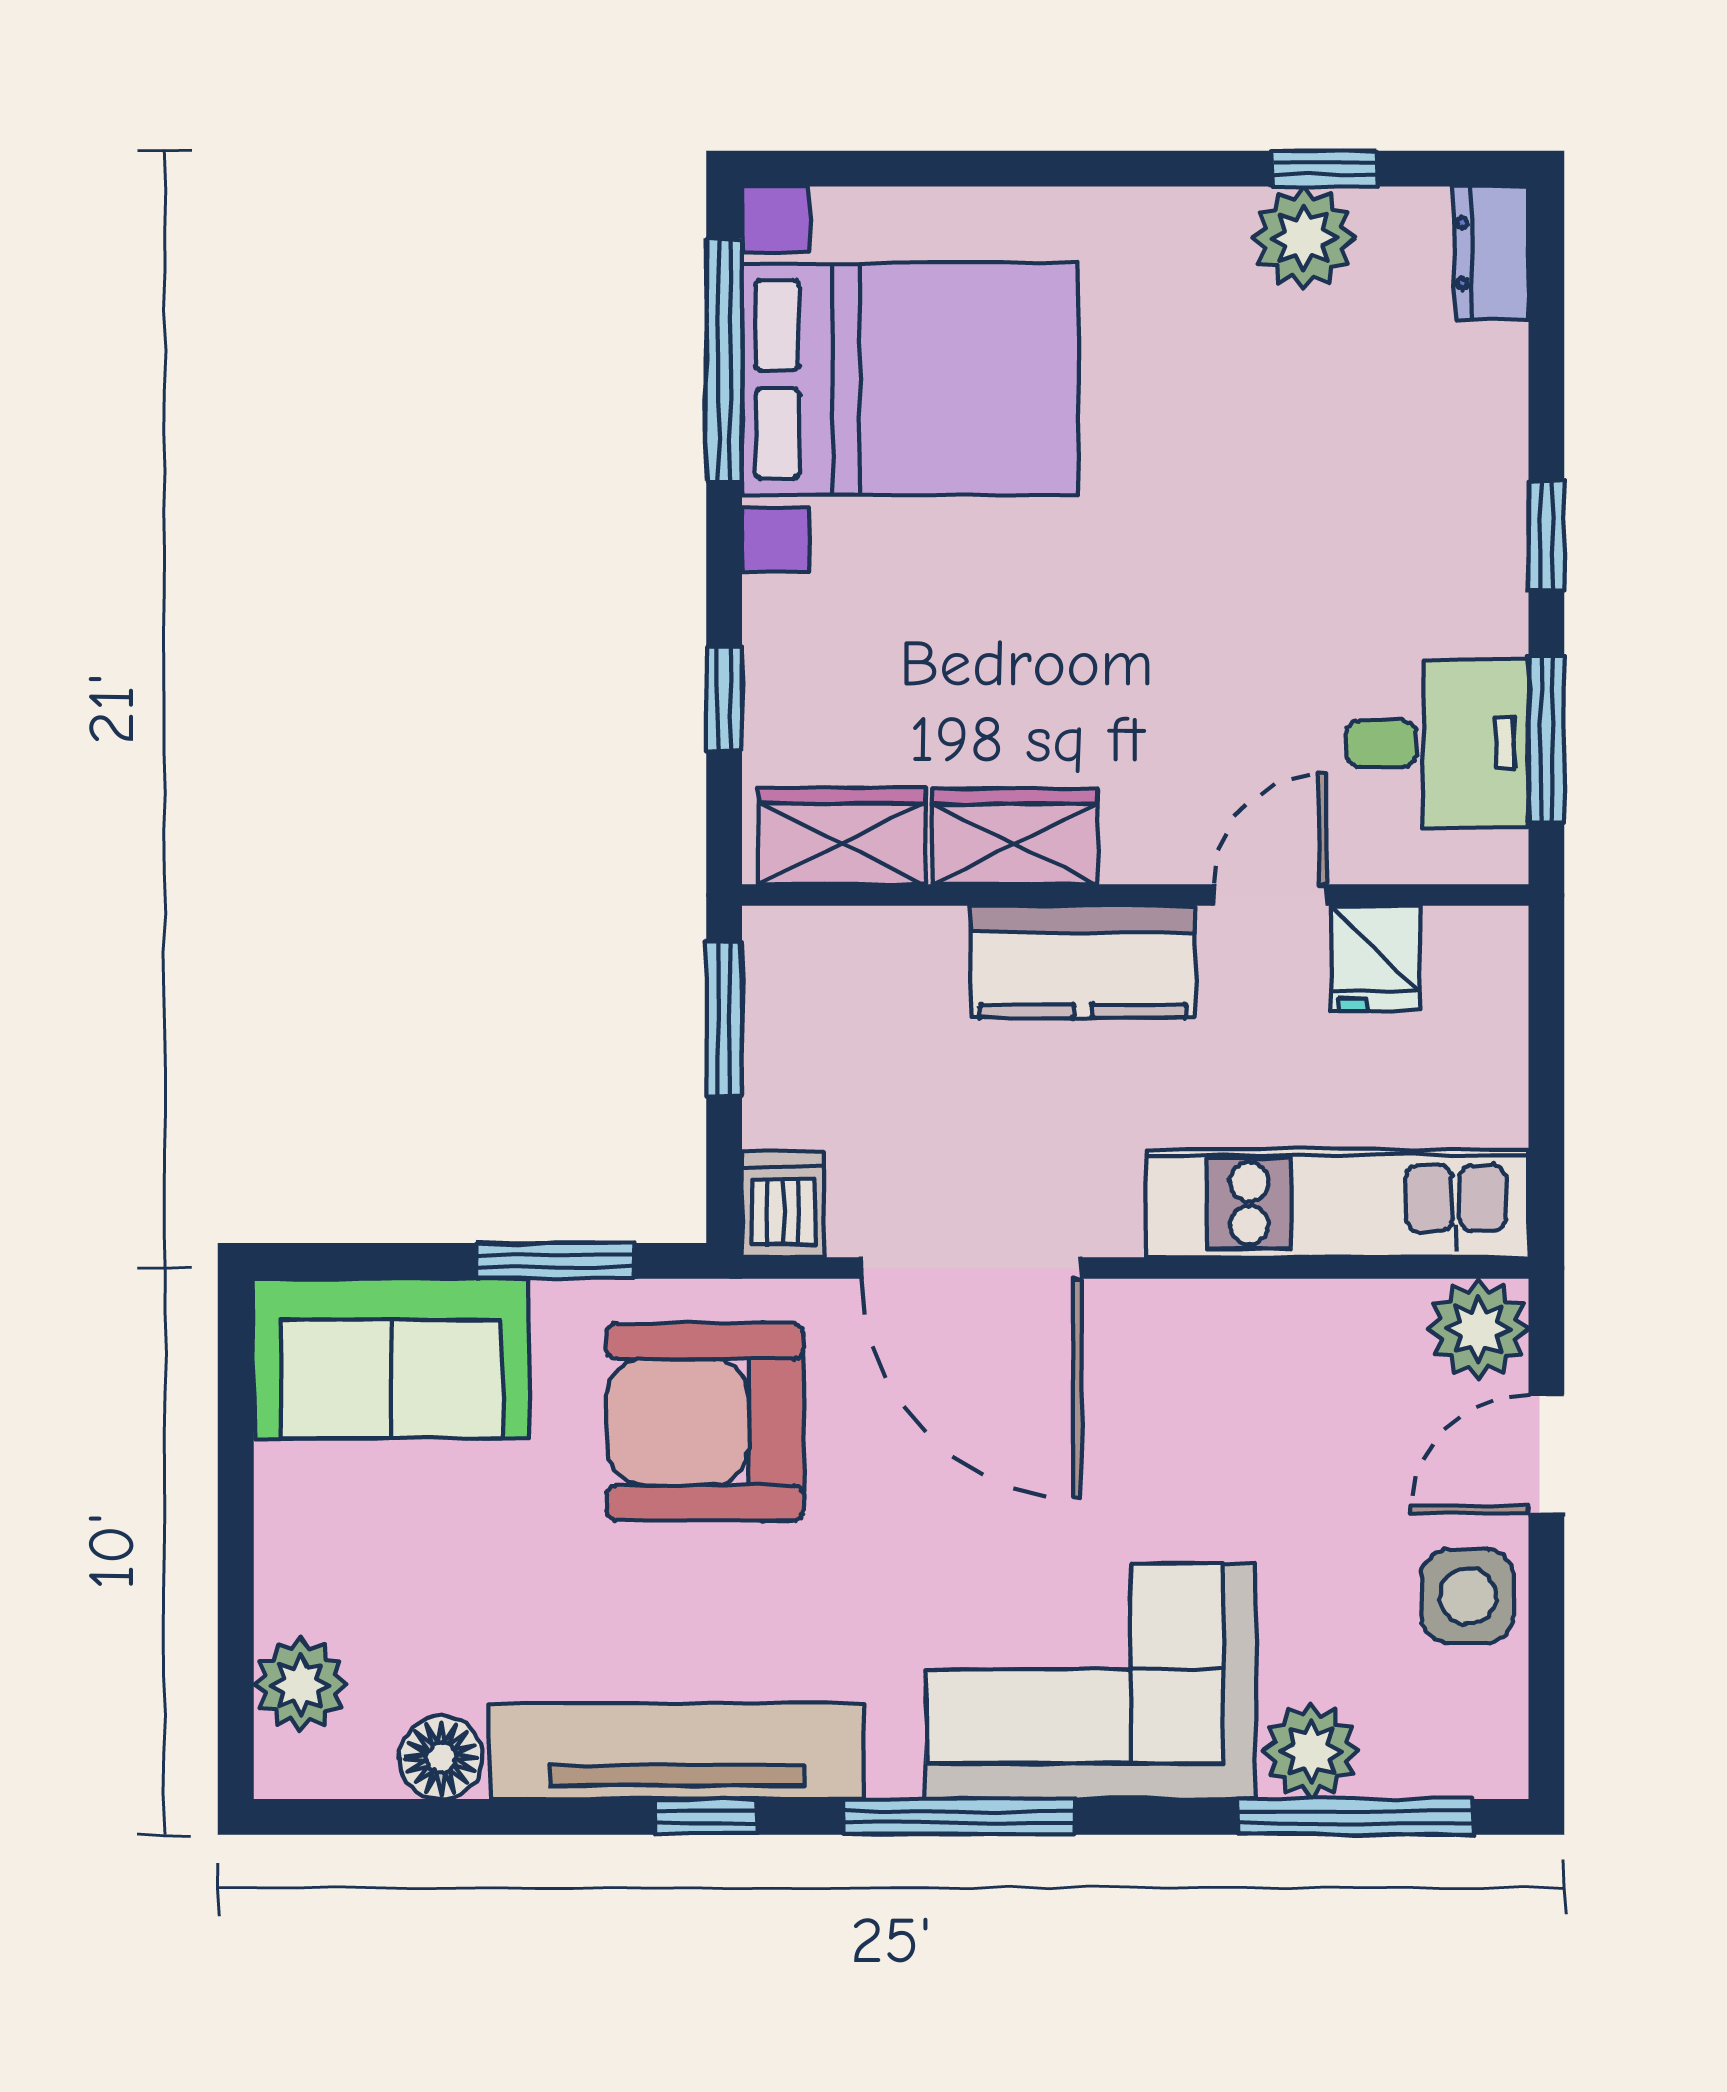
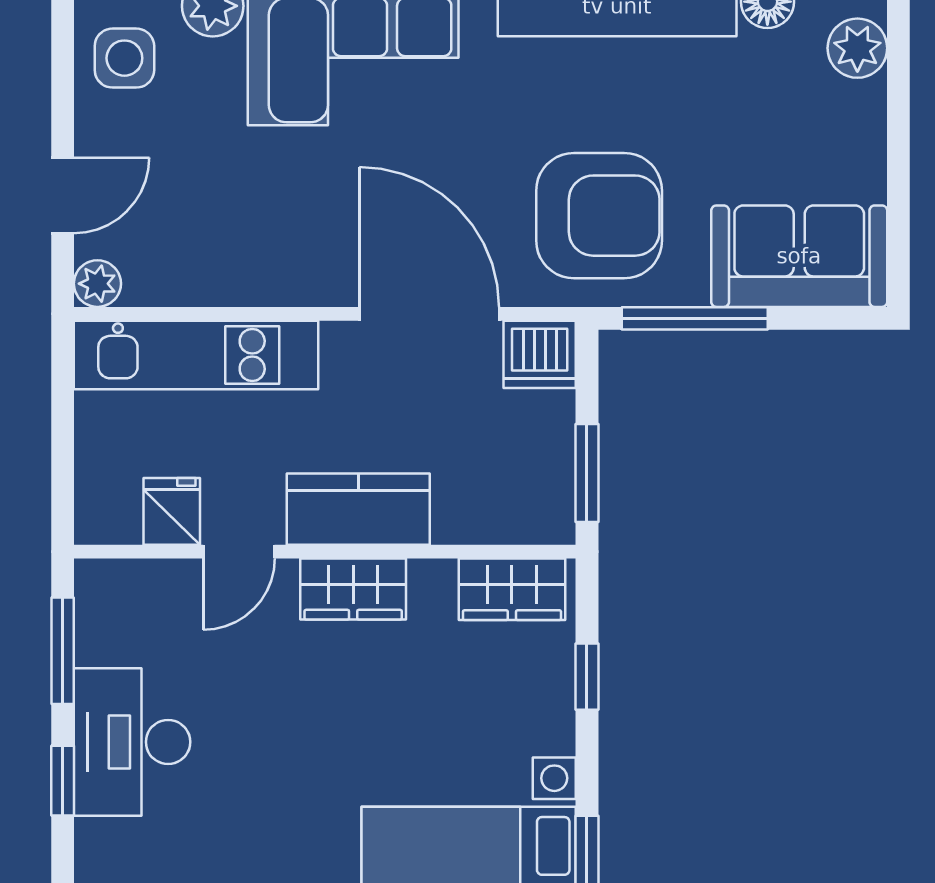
desk: (1438, 744) -> (132, 742), moved, width x1.37
wardrobe: (1015, 836) -> (353, 589), moved
dishwasher: (783, 1204) -> (540, 354), width x1.38
window: (555, 1261) -> (695, 318), width x1.44
plant: (1478, 1329) -> (97, 284), width x0.73, depth x0.73
side table: (1468, 1596) -> (124, 58), moved

